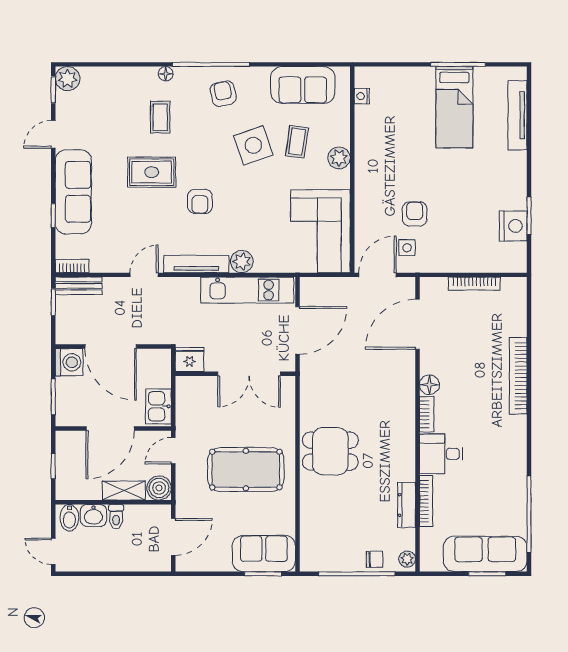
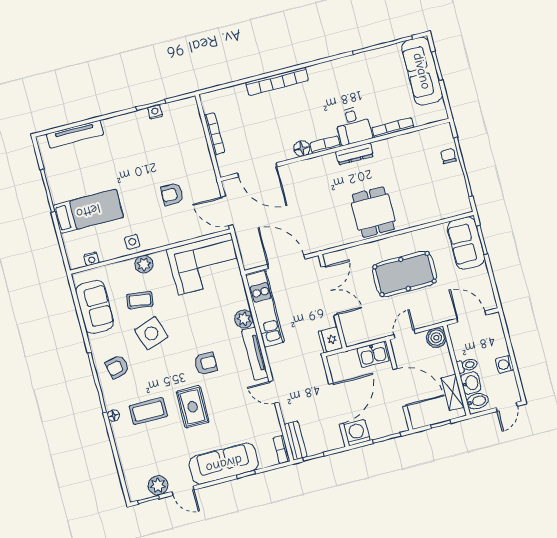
plant: (68, 79) -> (158, 485), moved
bed: (454, 107) -> (88, 211), moved
coffee table: (160, 117) -> (148, 411), width x1.36, depth x1.30
nightstand: (513, 226) -> (155, 112), width x0.53, depth x0.56
side table: (407, 248) -> (132, 242), moved
door: (173, 451) -> (405, 334), swing flipped
pool table: (246, 470) -> (405, 274), turned 90
shelving: (124, 491) -> (453, 392), moved
dresser: (407, 505) -> (354, 154), moved
plant: (407, 559) -> (442, 131), removed
washing machine: (105, 562) -> (505, 364), added

